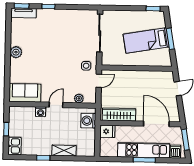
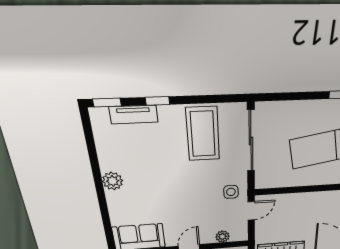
tv unit: (24, 13) -> (134, 115), moved
coffee table: (72, 27) -> (203, 134), added

